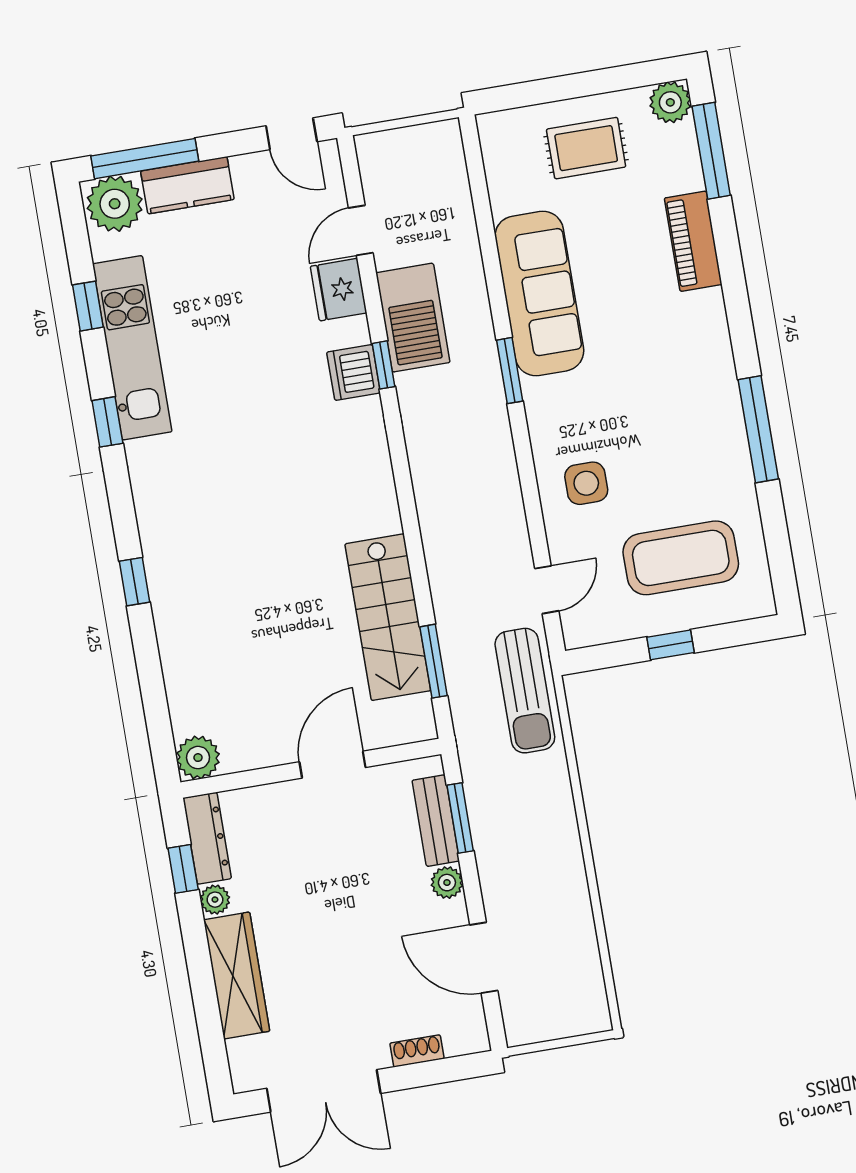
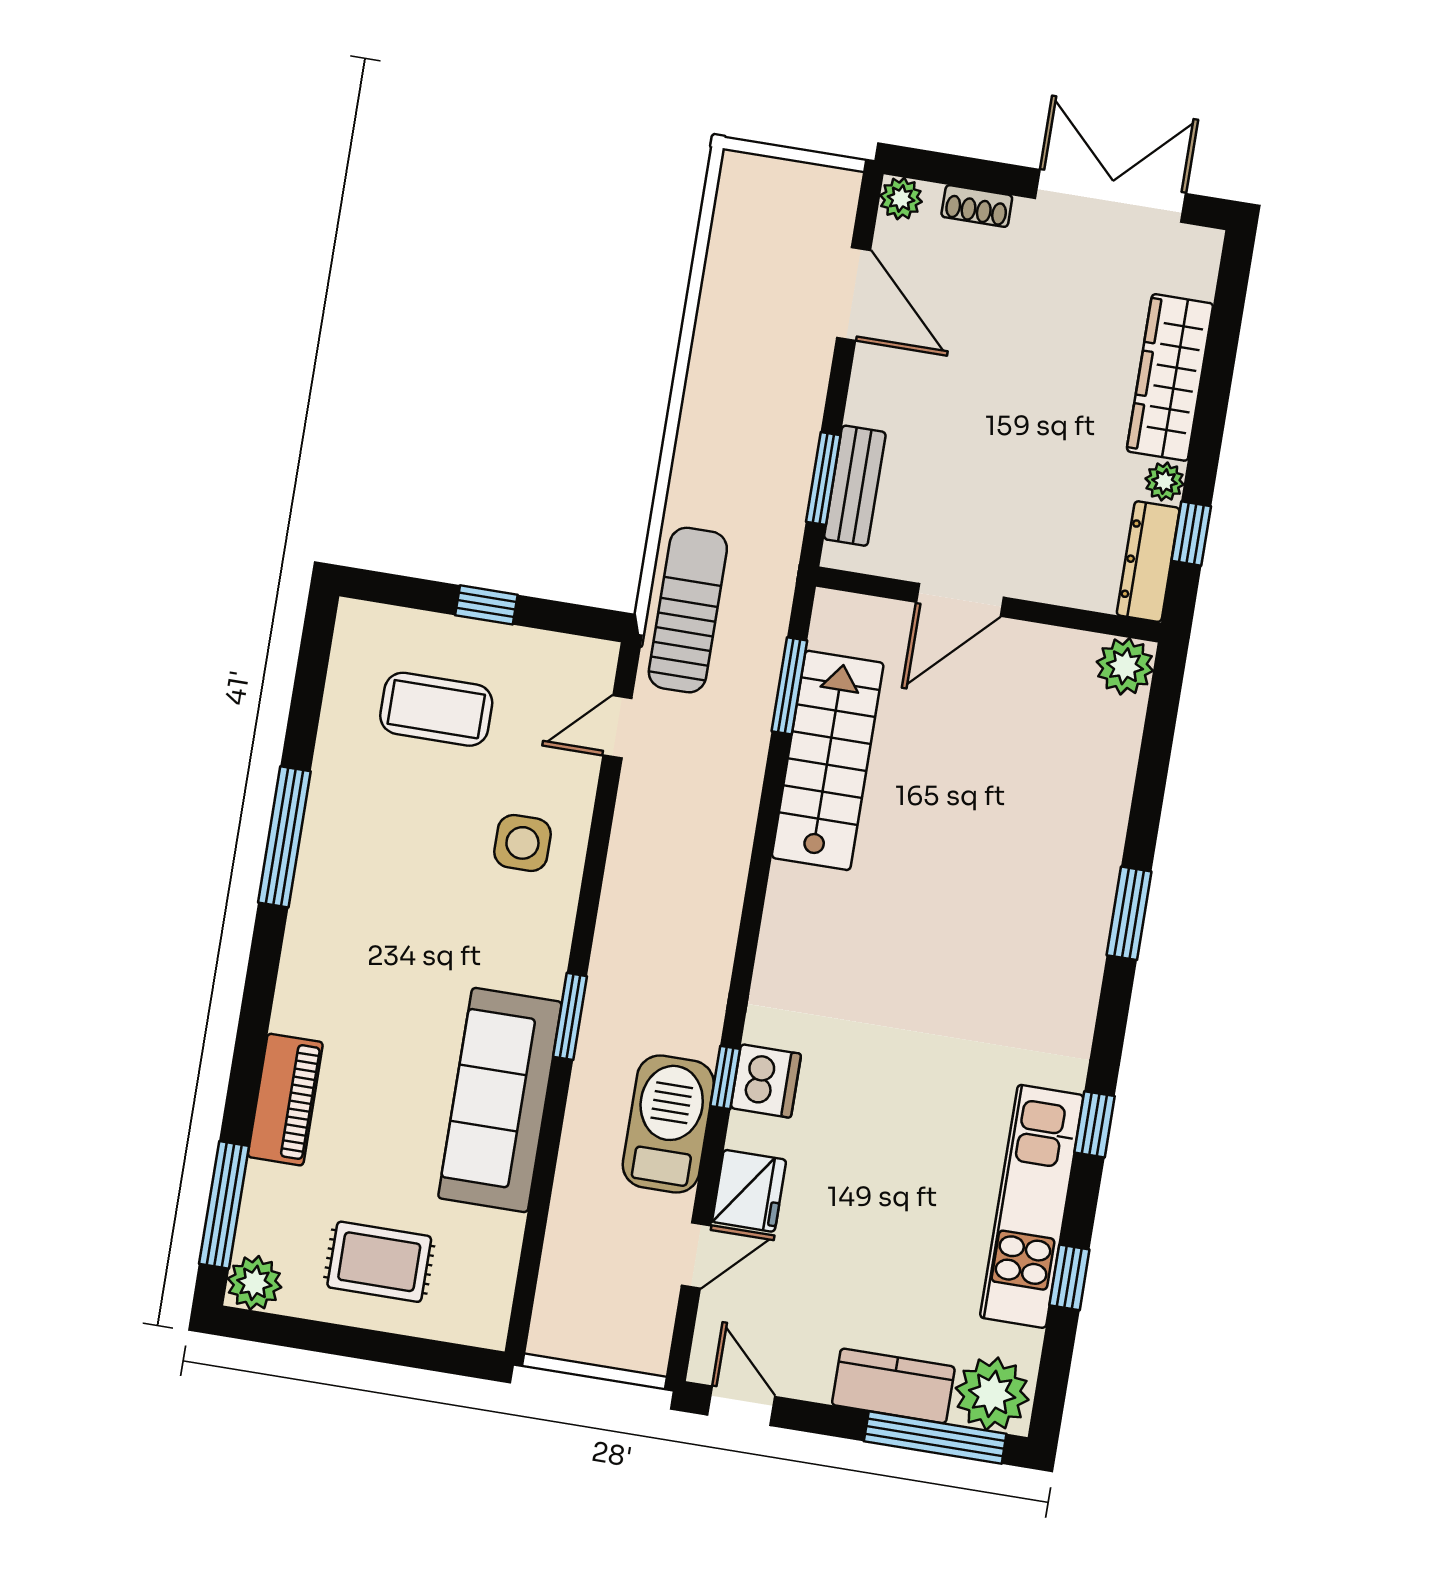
coffee table: (681, 558) -> (436, 709), width x0.73, depth x0.76
window: (134, 582) -> (1129, 913), width x1.50
plant: (447, 883) -> (901, 199), moved

